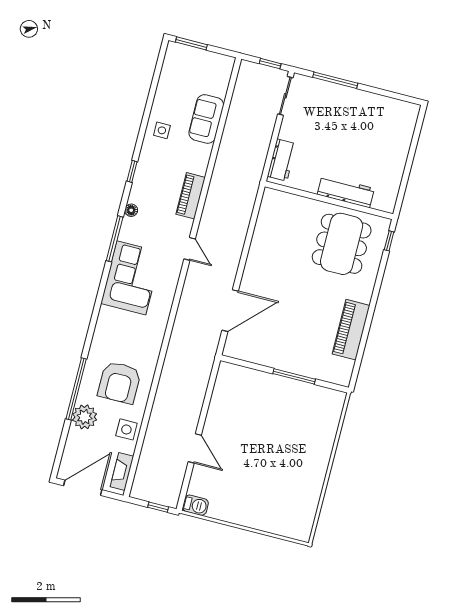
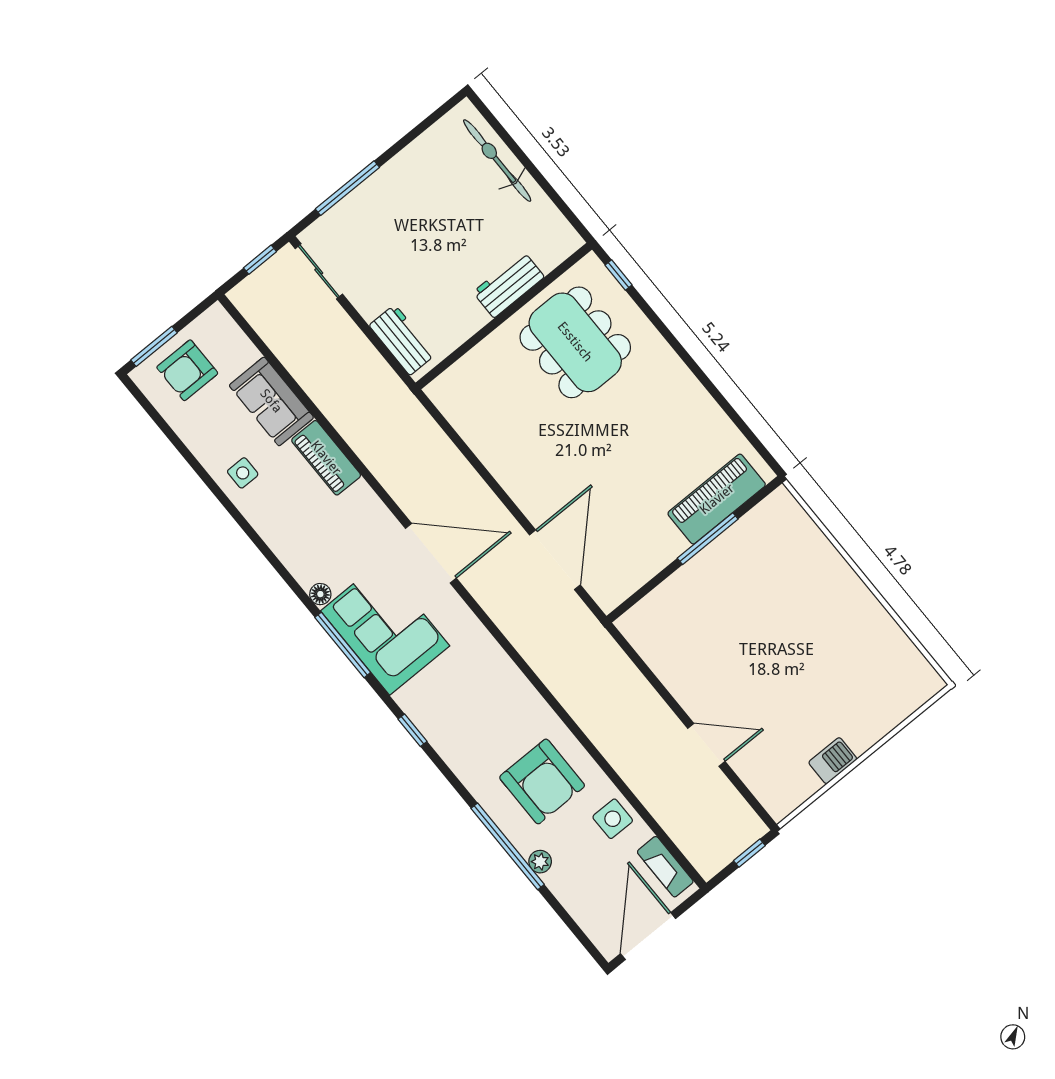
armchair: (192, 68) -> (187, 370), added
bicycle: (401, 142) -> (497, 161), added
window: (132, 171) -> (412, 730), moved
workbench: (346, 192) -> (509, 285), width x0.73
piano: (191, 196) -> (326, 458), moved
door: (190, 249) -> (431, 553), width x1.87
corner sofa: (131, 278) -> (385, 628), moved
piano: (351, 330) -> (717, 499), moved, turned 90
plant: (85, 417) -> (540, 862), width x0.53, depth x0.53
barbecue: (195, 505) -> (833, 761), moved

